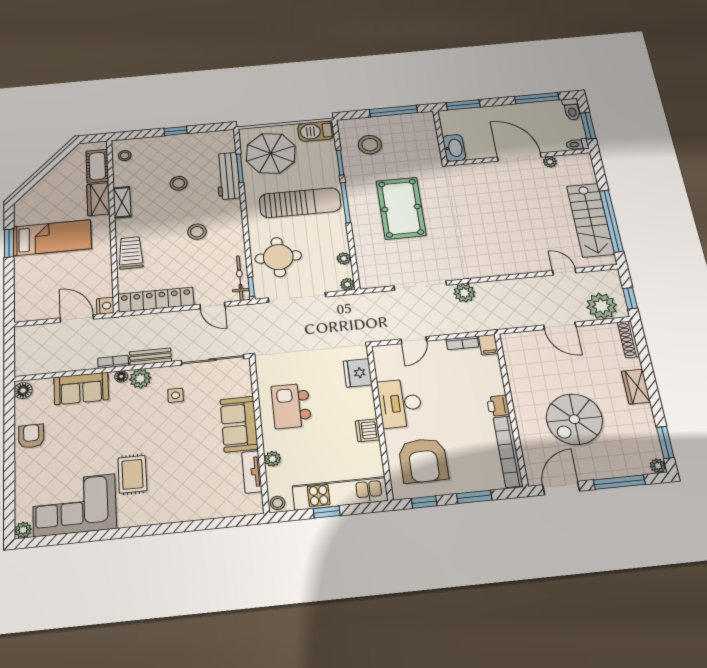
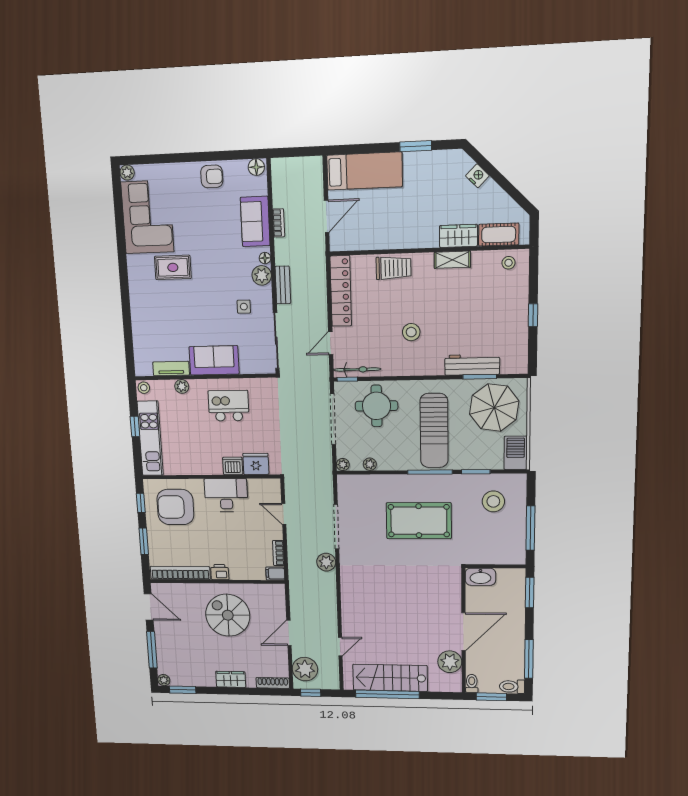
plant: (550, 162) -> (450, 662), width x1.87, depth x1.87
stool: (179, 183) -> (469, 316), removed
bed: (52, 238) -> (364, 171), moved, turned -90
nightstand: (105, 306) -> (477, 176), moved, turned -135
bookcase: (113, 362) -> (279, 223), moved
spiral stairs: (574, 419) -> (228, 615), moved
dishwasher: (367, 430) -> (233, 466), moved

